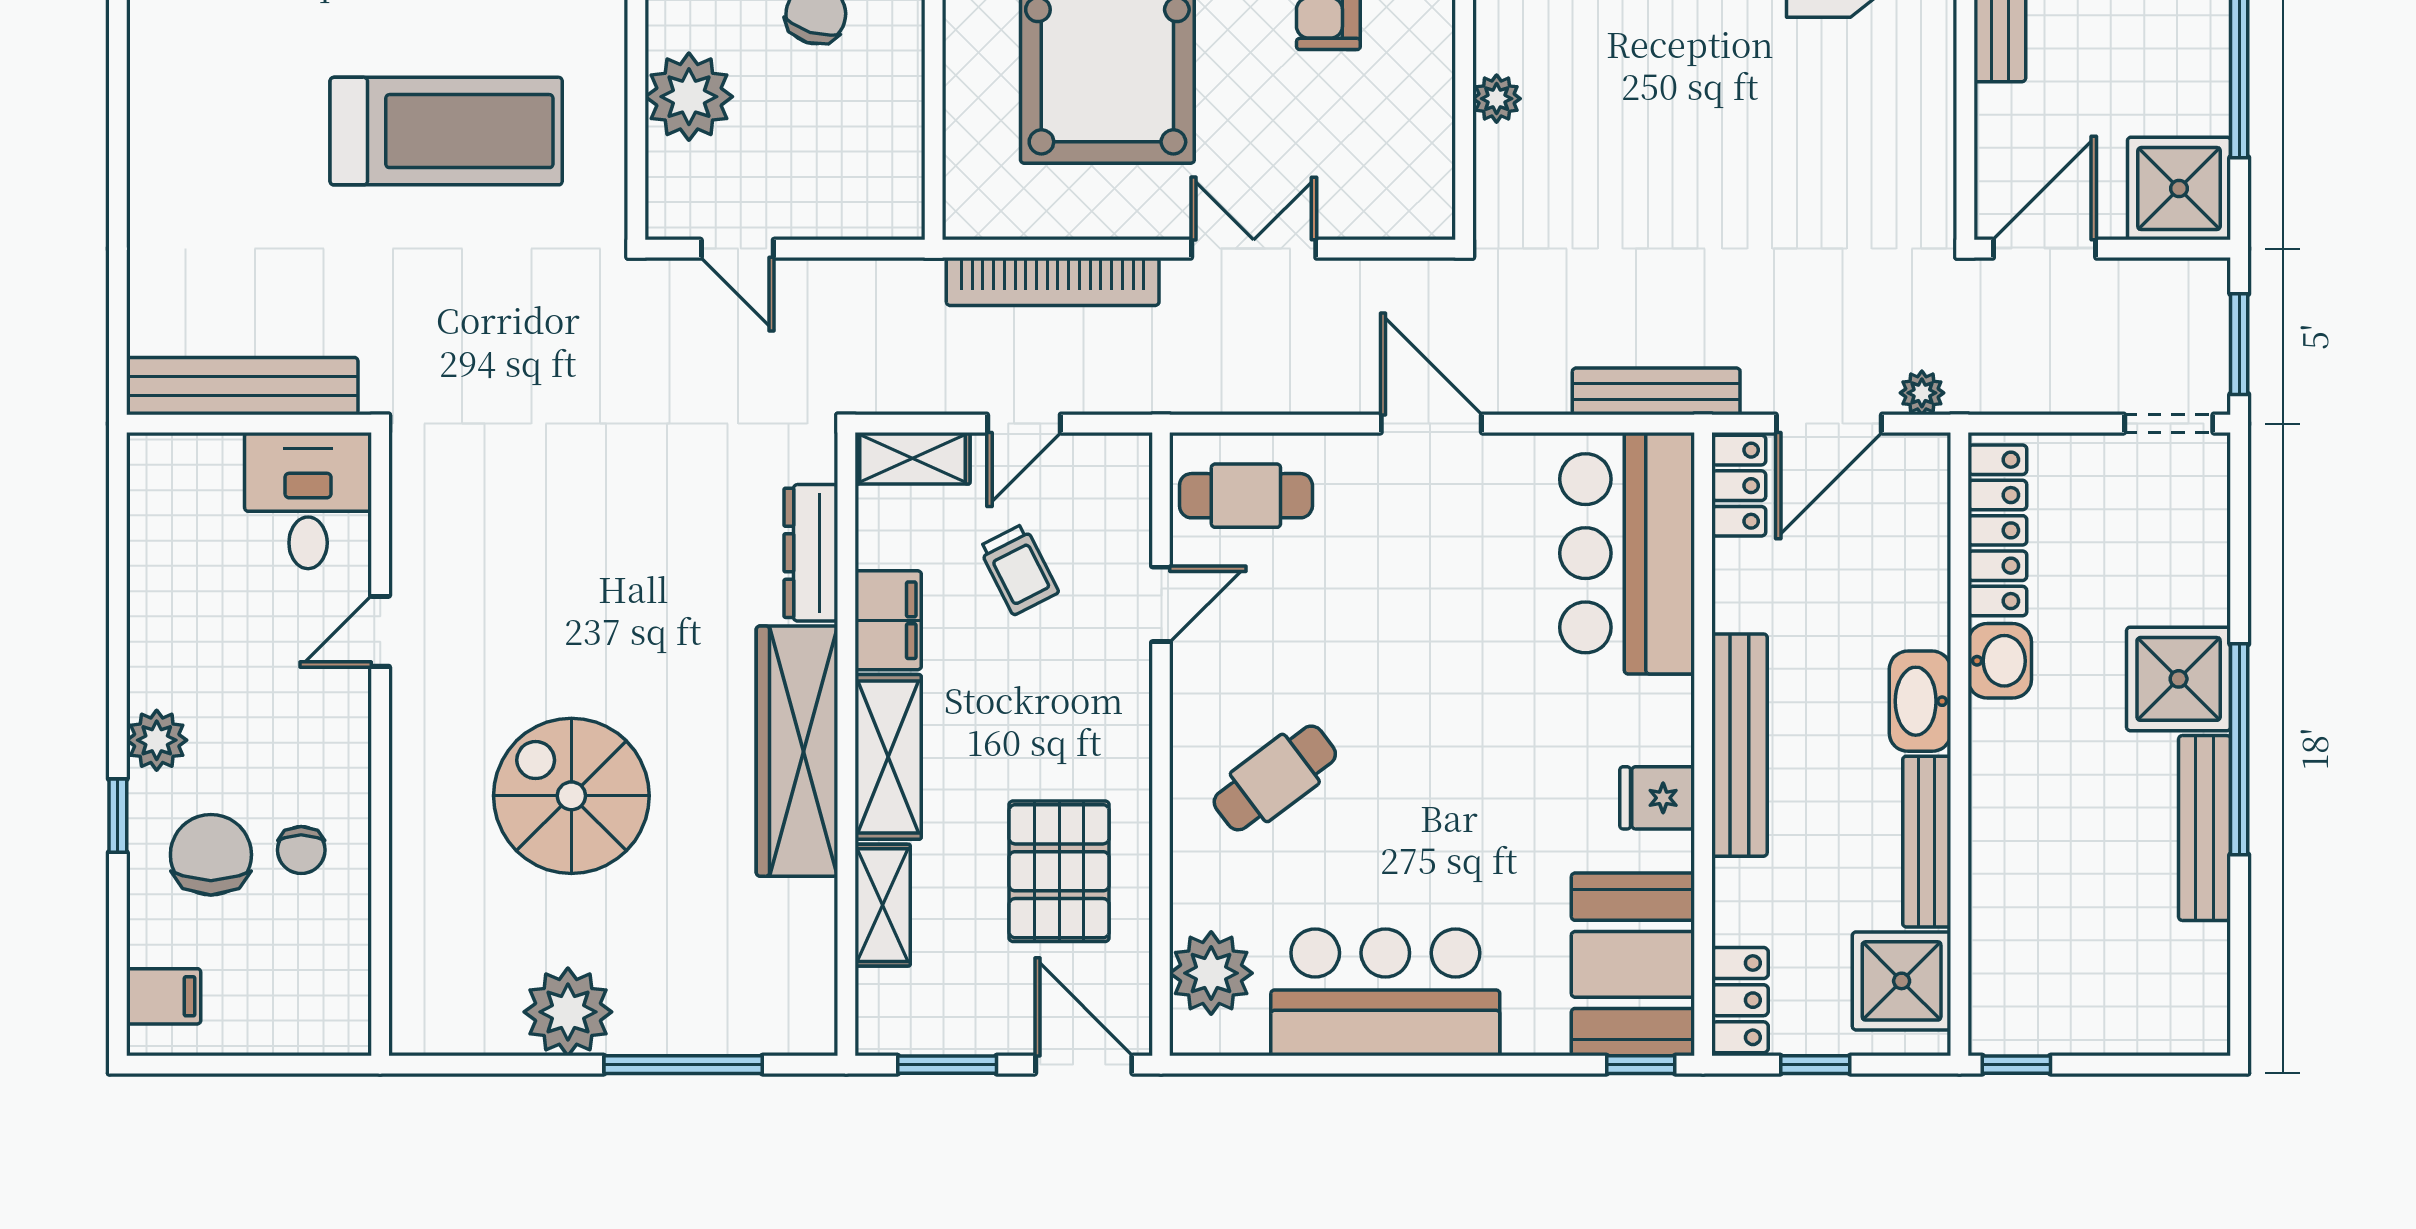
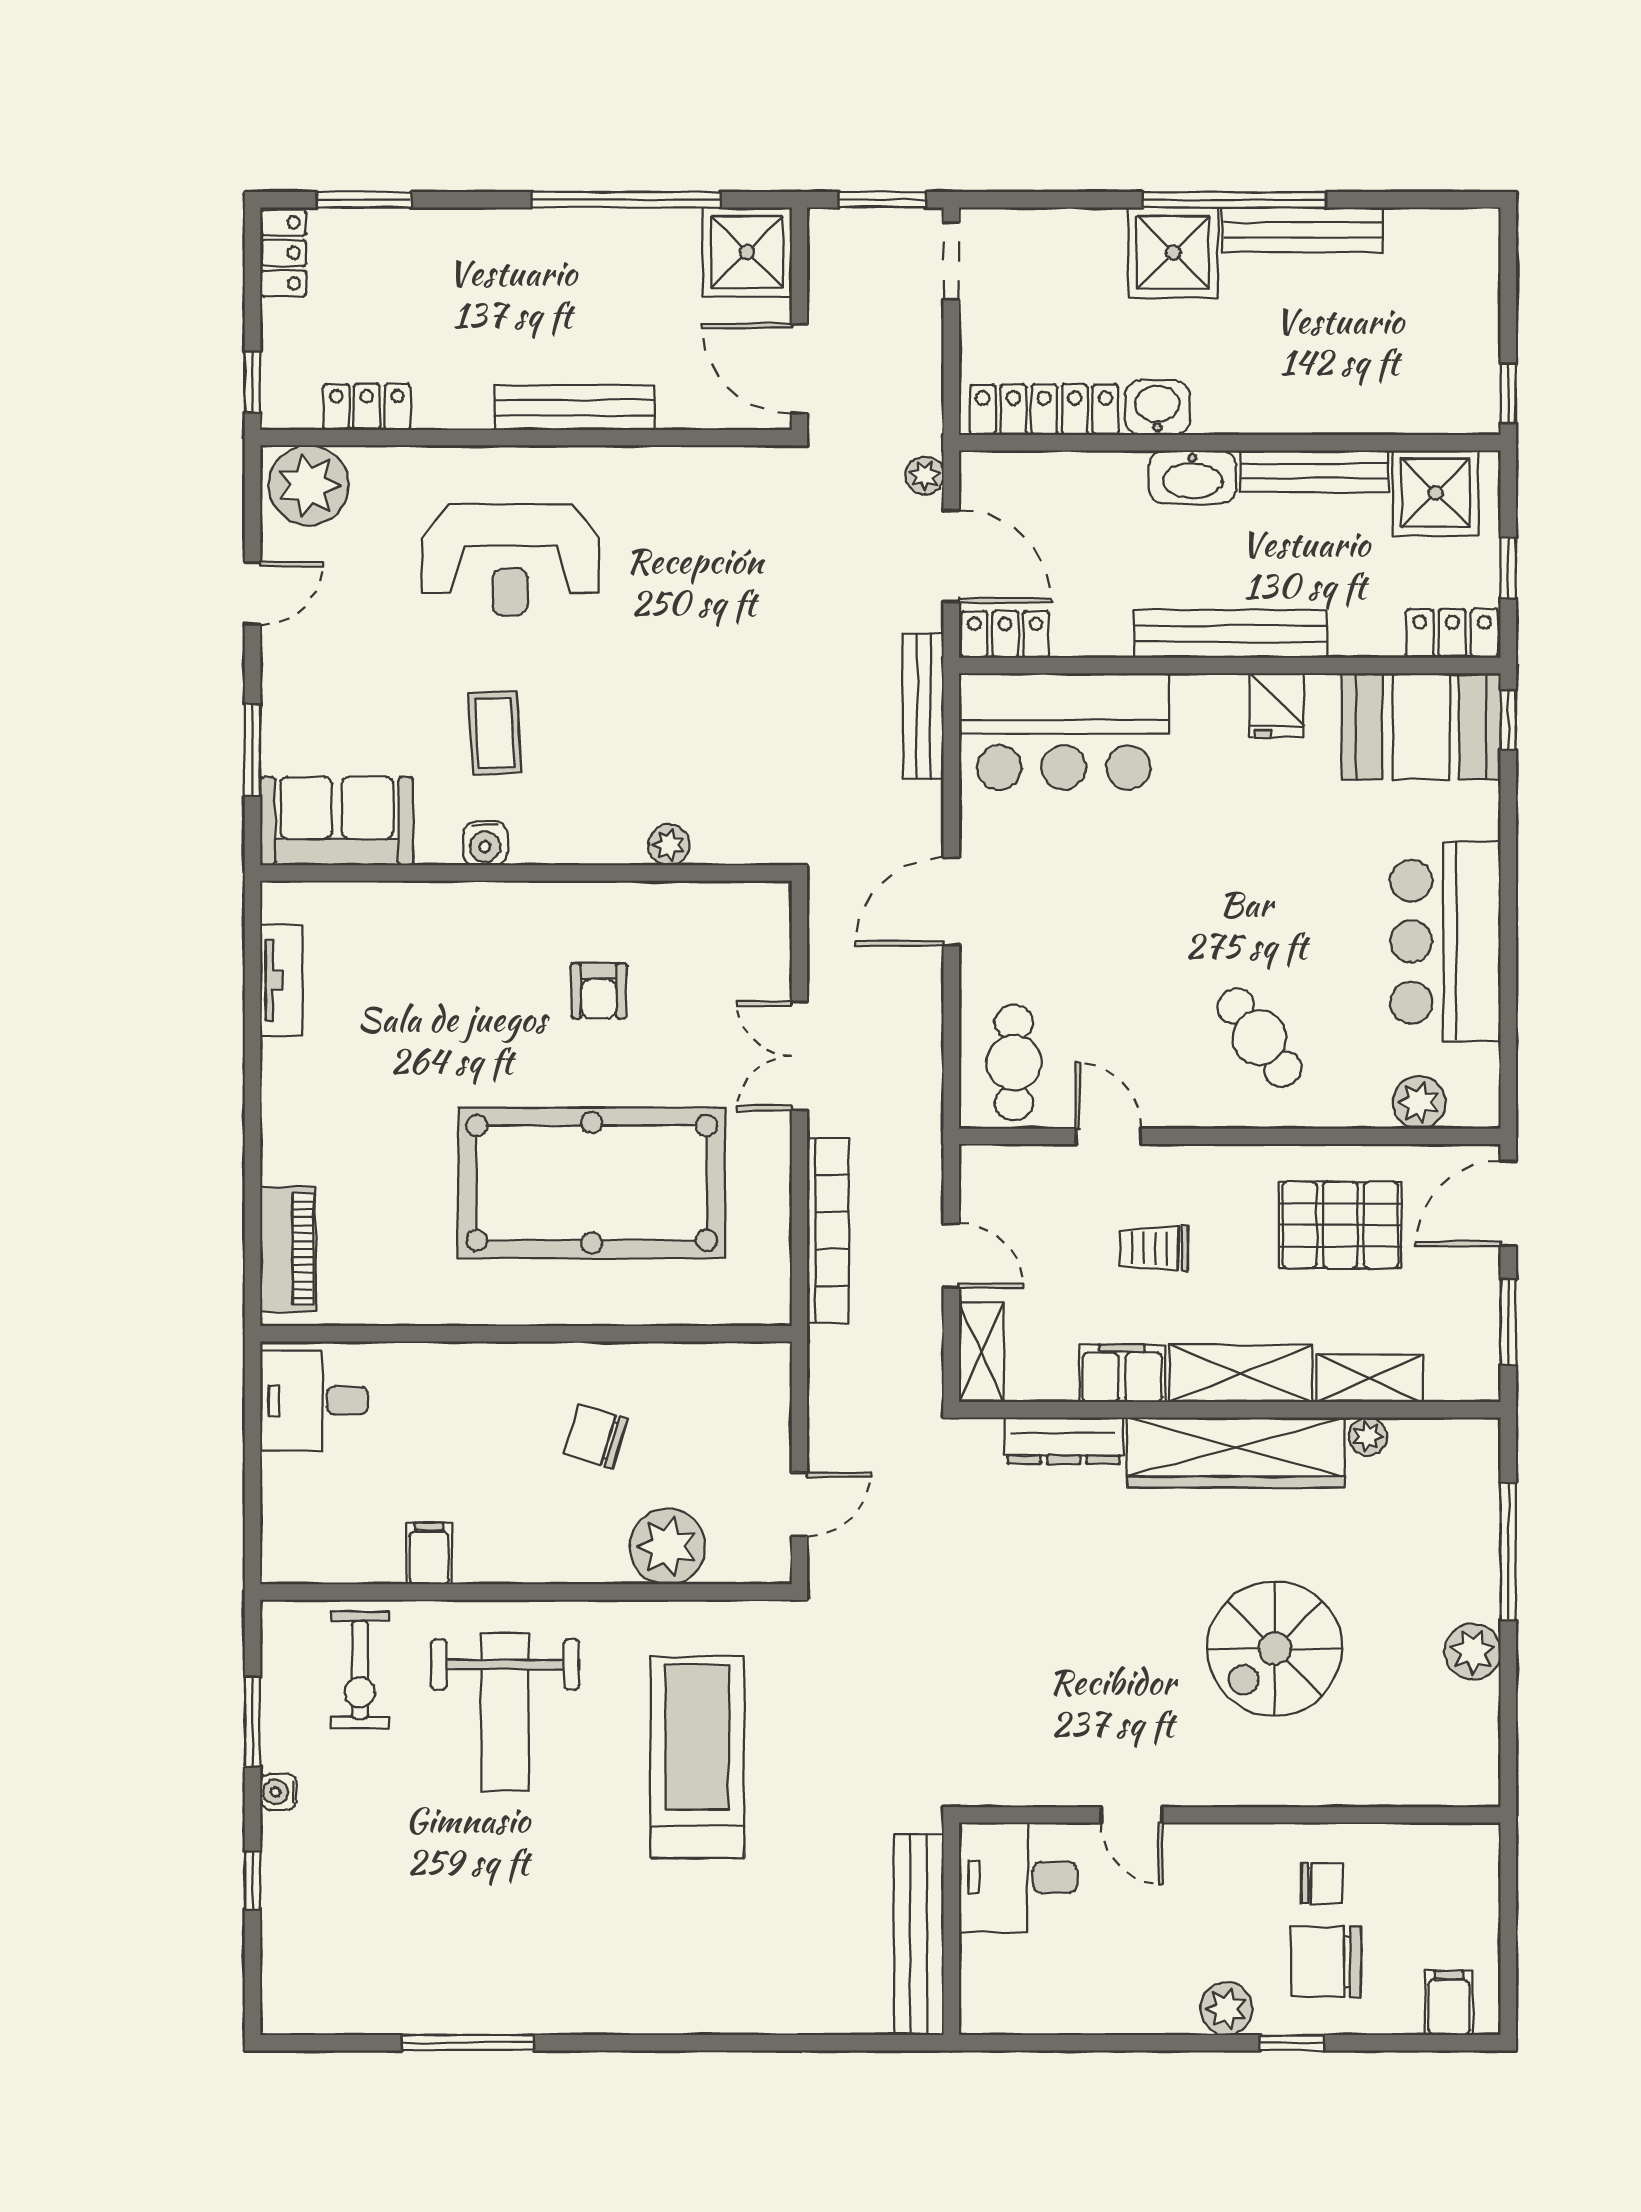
trolley: (1019, 569) -> (1154, 1248), moved, turned -153
plant: (816, 903) -> (1368, 1437), added
plant: (1211, 973) -> (1419, 1102), width x0.73, depth x0.73
plant: (568, 1012) -> (1473, 1652), width x0.73, depth x0.73

